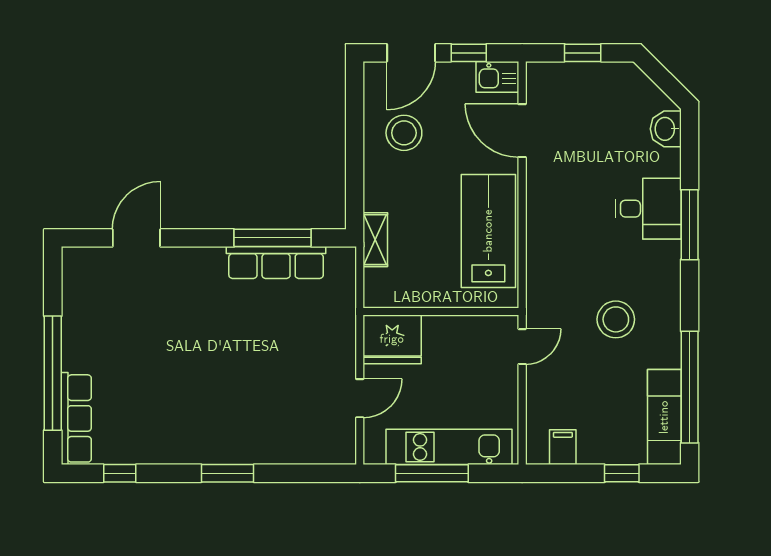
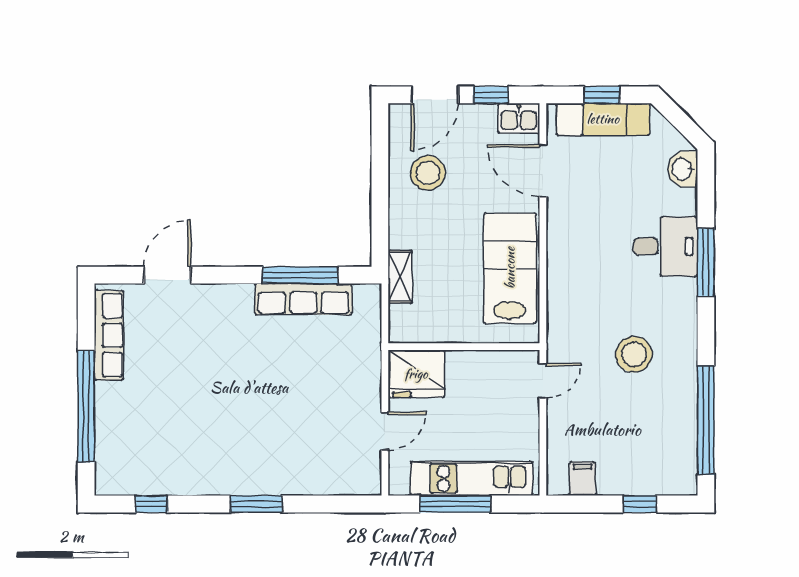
exam couch: (664, 417) -> (603, 119), moved, turned -90
row of seats: (76, 418) -> (109, 335), moved

